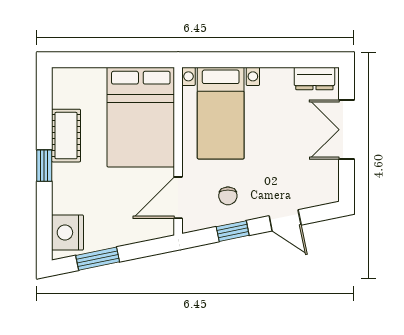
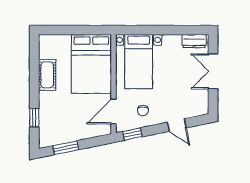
window: (44, 166) -> (34, 118), moved
window: (233, 231) -> (132, 134), moved
nightstand: (67, 233) -> (48, 132), removed

